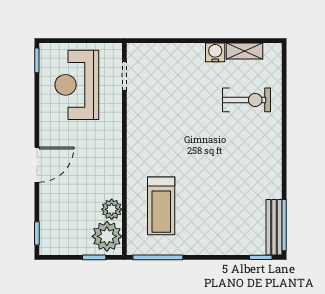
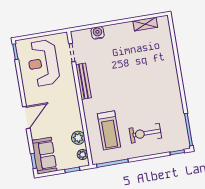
water cooler: (215, 52) -> (98, 33), moved
exercise bike: (247, 100) -> (145, 133), moved, turned 180
bench: (274, 227) -> (83, 81), moved
sofa: (55, 228) -> (44, 156), added
plant: (107, 236) -> (82, 155), width x0.53, depth x0.53

